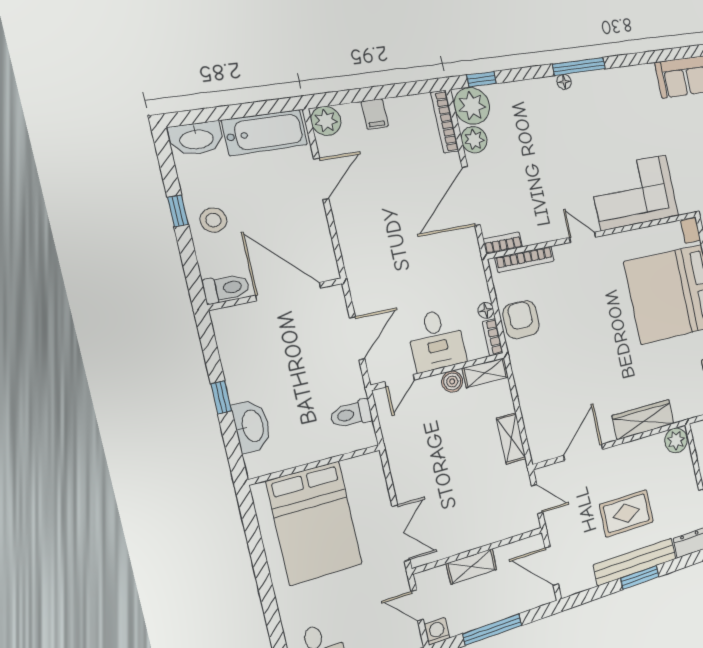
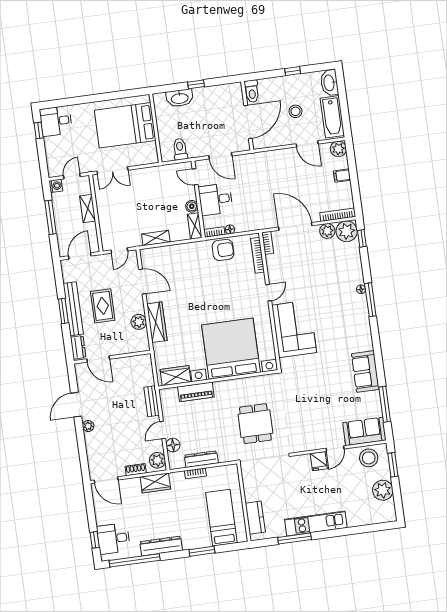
stool: (213, 220) -> (295, 111), moved
plant: (676, 440) -> (139, 322), moved

